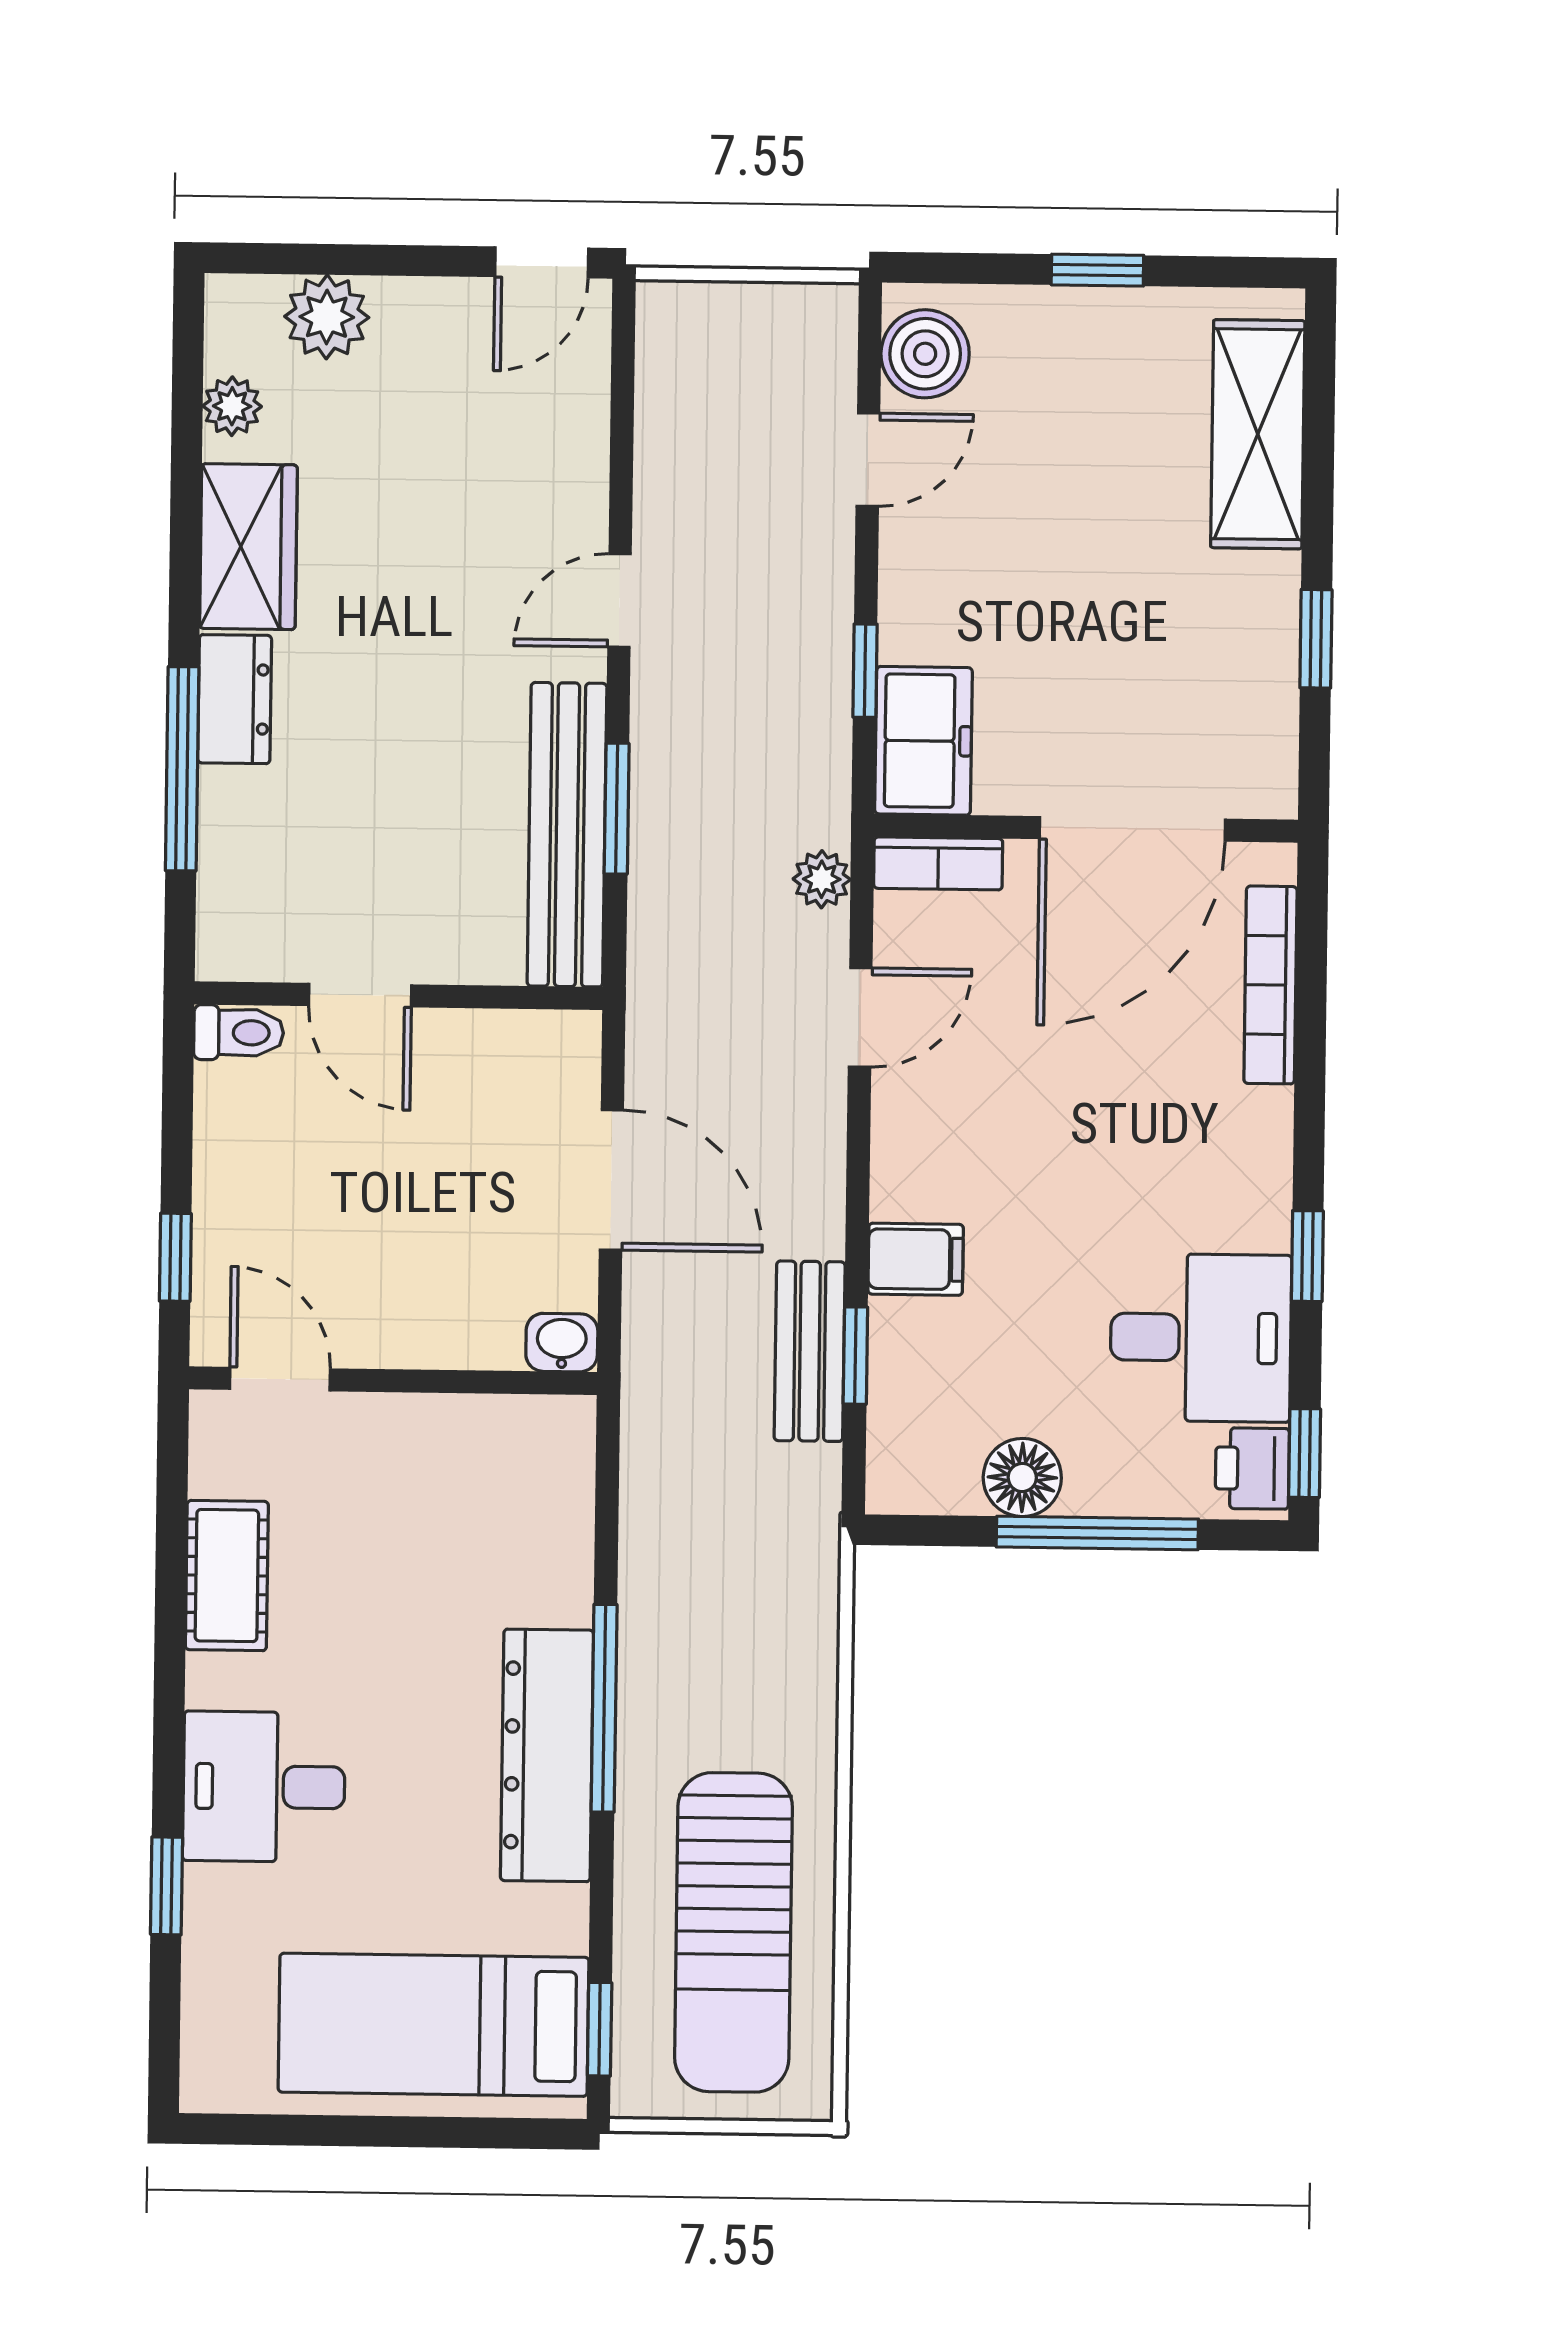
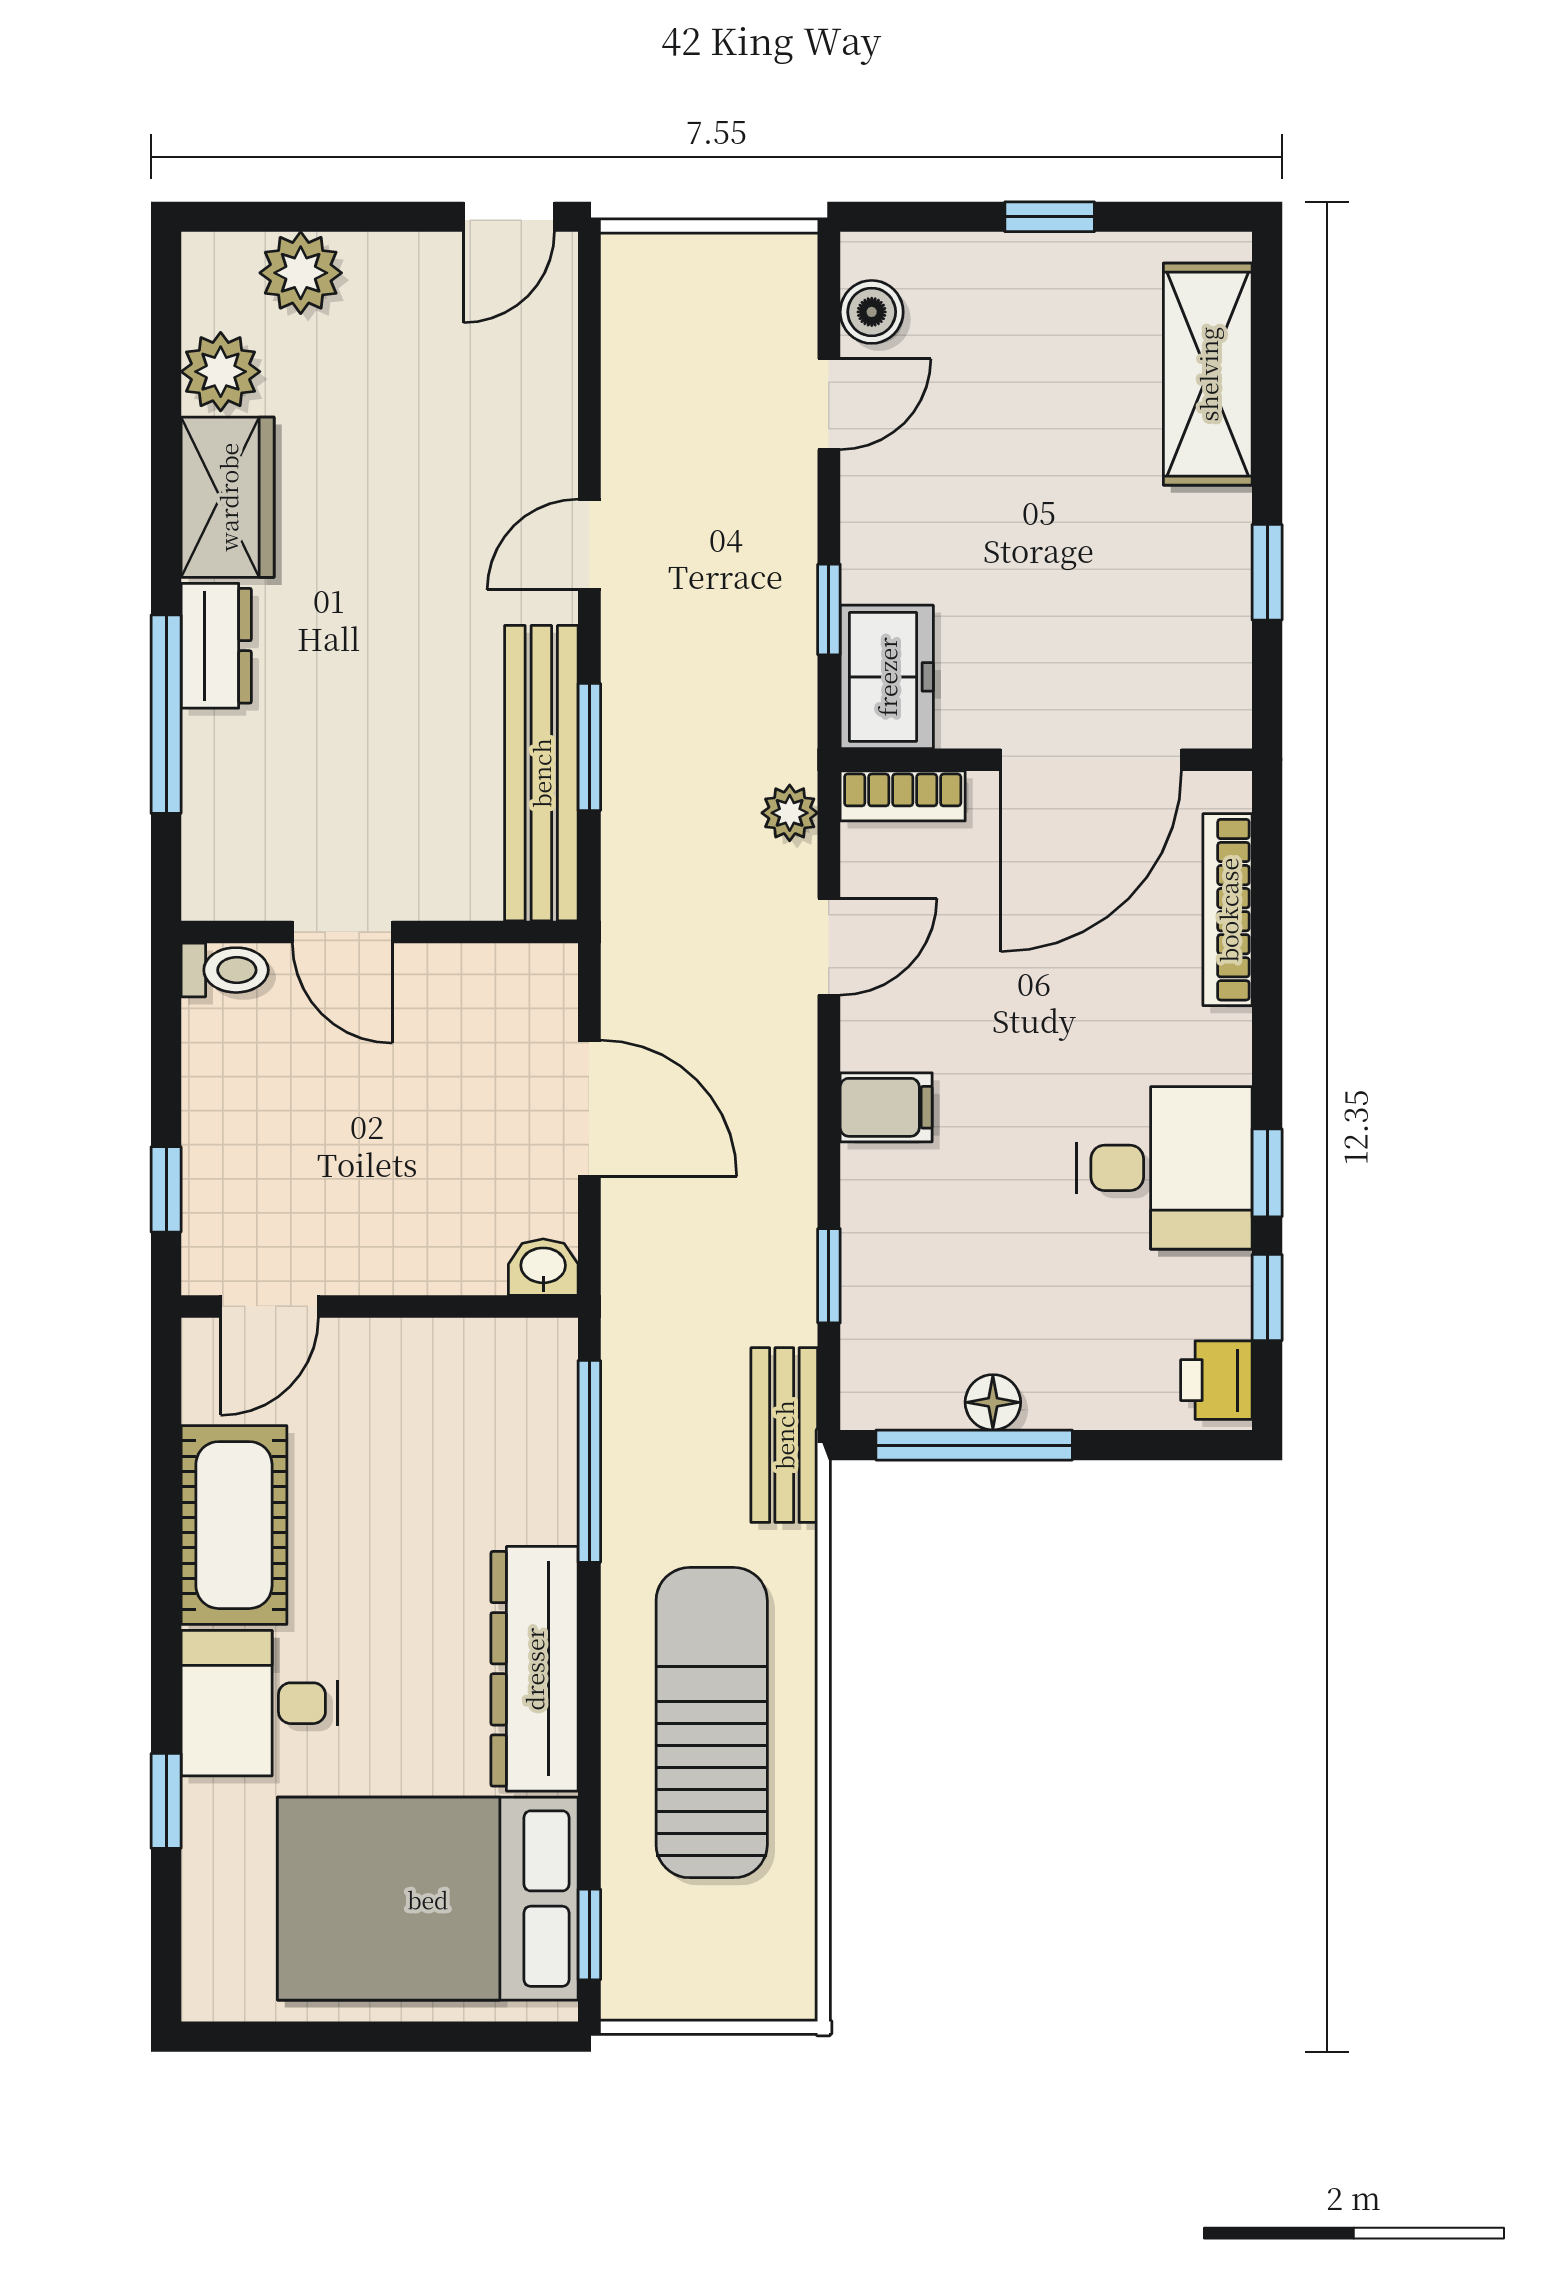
boiler: (925, 354) -> (872, 312), width x0.73, depth x0.73
plant: (232, 406) -> (221, 372), width x1.38, depth x1.38
filing cabinet: (916, 1259) -> (886, 1107), moved
desk: (1201, 1338) -> (1165, 1168), moved
bench: (810, 1351) -> (784, 1435), moved
door: (280, 1379) -> (269, 1306), swing flipped
window: (1305, 1453) -> (1267, 1298), moved
floor lamp: (1022, 1477) -> (993, 1402), width x0.73, depth x0.73
window: (1097, 1533) -> (974, 1445), moved
cot: (227, 1576) -> (234, 1525), width x1.37, depth x1.34
window: (604, 1708) -> (589, 1461), moved
sun lounger: (733, 1932) -> (712, 1723), moved, turned 180
bed: (434, 2025) -> (428, 1899), width x1.50

